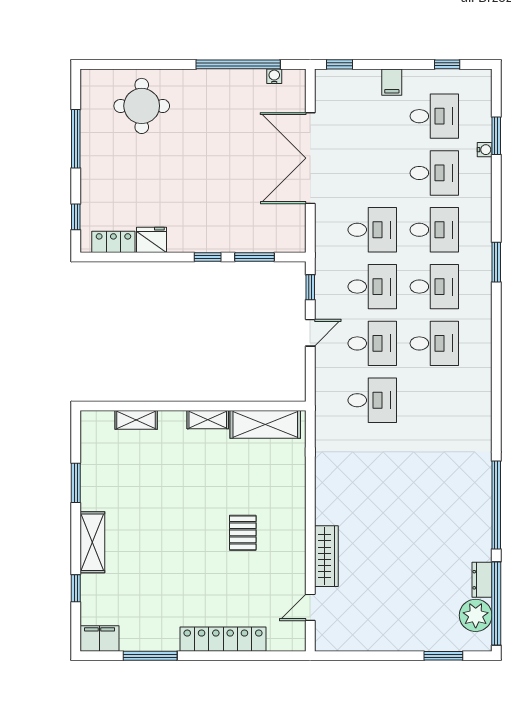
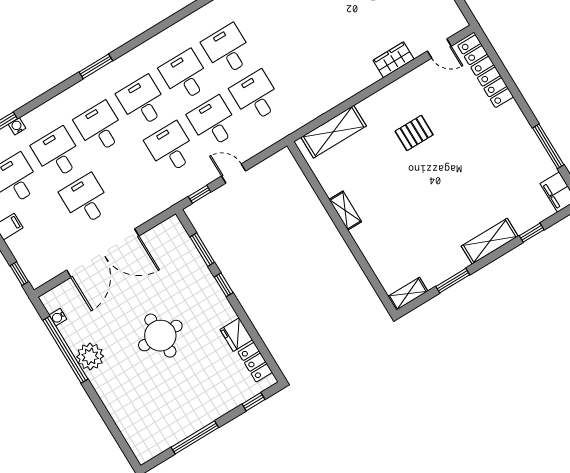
plant: (217, 84) -> (90, 357), added
round table: (142, 106) -> (160, 336), moved
desk: (372, 230) -> (86, 200), moved
desk: (434, 400) -> (228, 50), added
shelving: (136, 420) -> (408, 294), moved, turned 90
shelving: (265, 424) -> (334, 132), moved, turned 90
wardrobe: (326, 556) -> (394, 60), width x0.67
locker: (223, 639) -> (486, 71), moved

